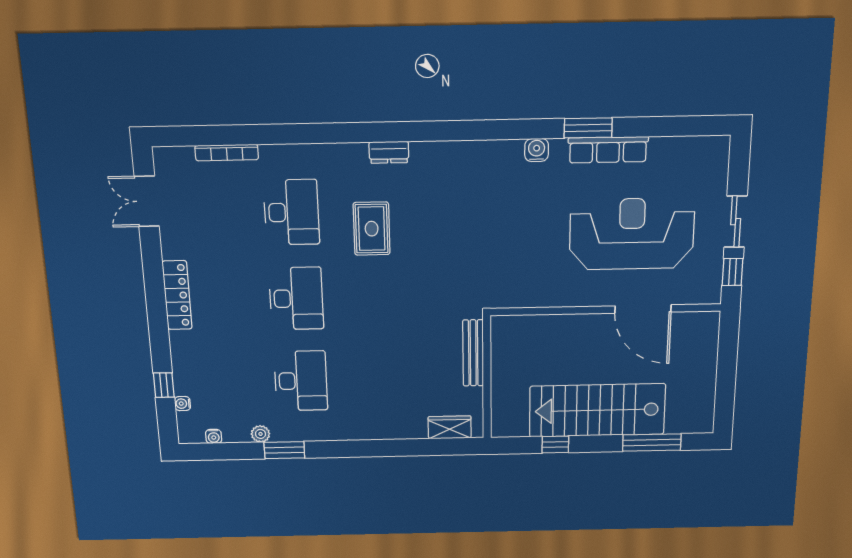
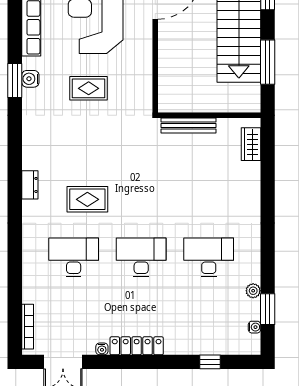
window: (588, 128) -> (15, 80), moved
bookcase: (227, 153) -> (28, 327), moved
rug: (523, 227) -> (89, 88), added
water cooler: (183, 404) -> (102, 349), moved
window: (555, 444) -> (268, 62), width x2.17
window: (284, 450) -> (268, 309), moved

